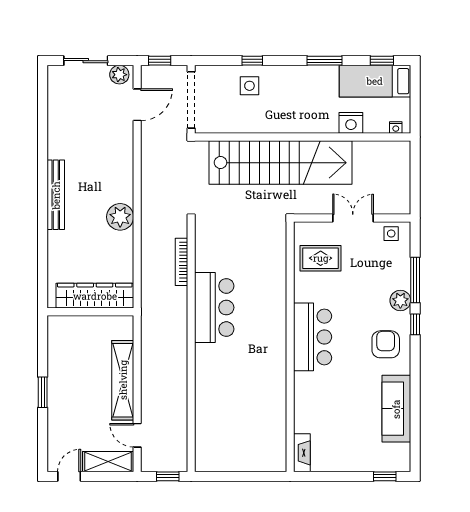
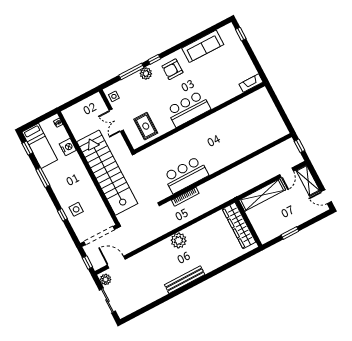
wardrobe: (95, 296) -> (239, 225), moved
bar counter: (214, 308) -> (186, 175), moved
wall: (90, 312) -> (249, 223), moved

